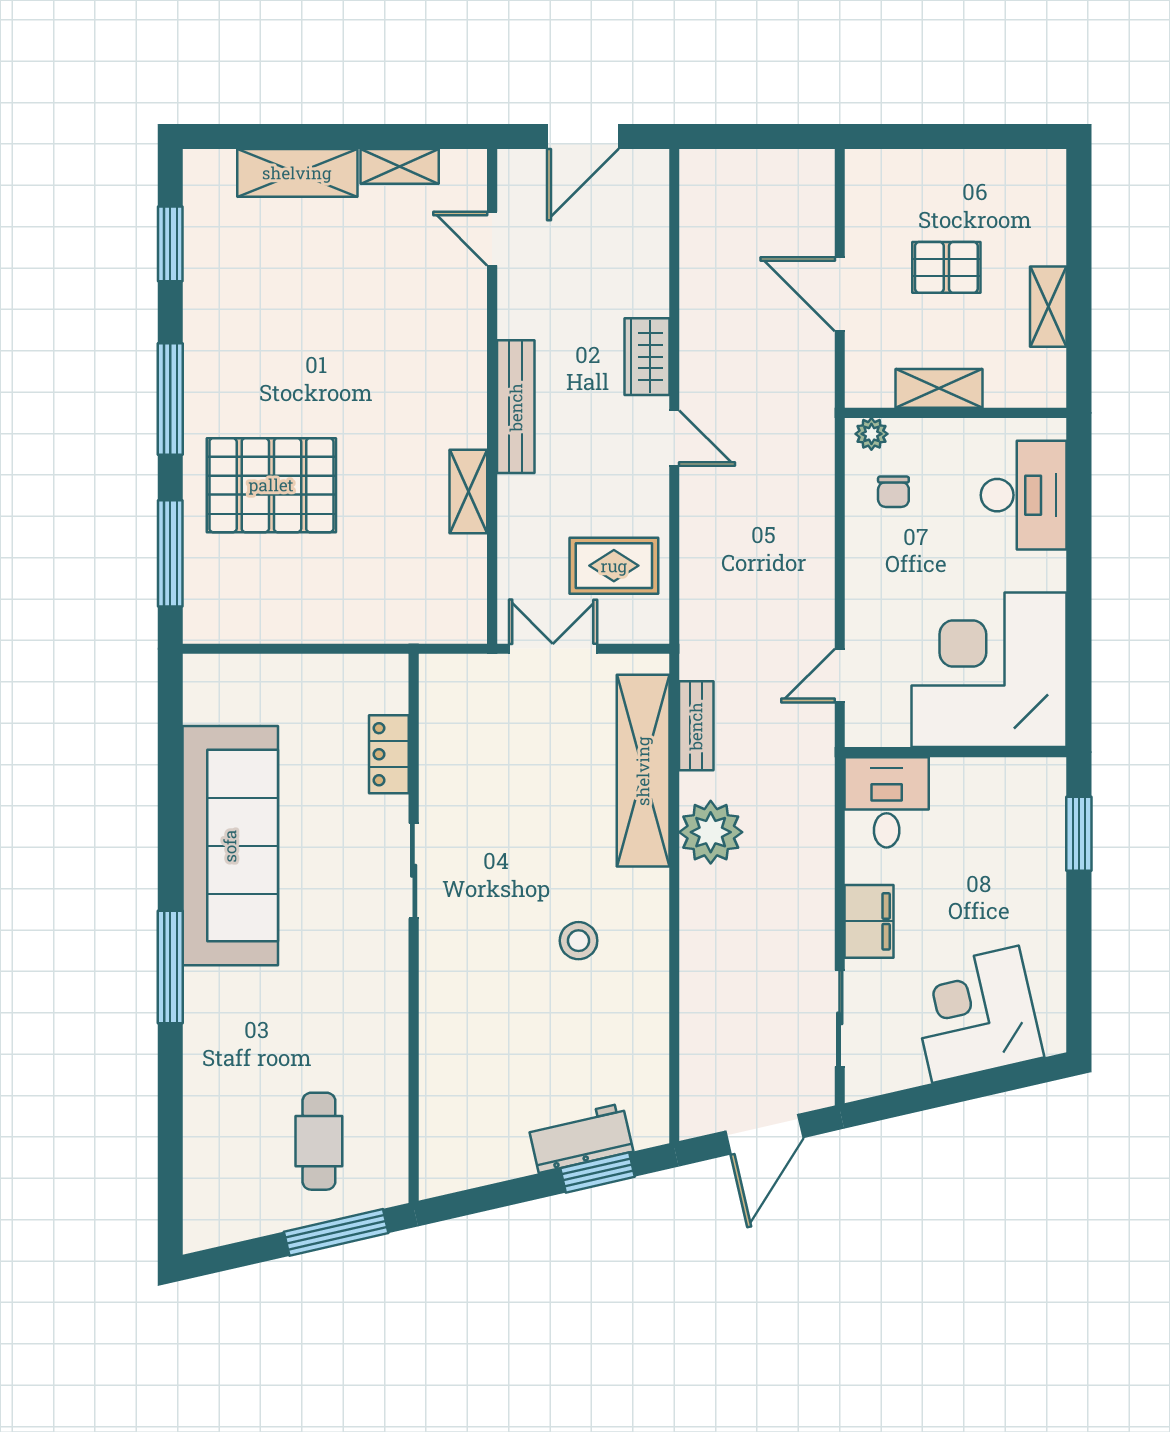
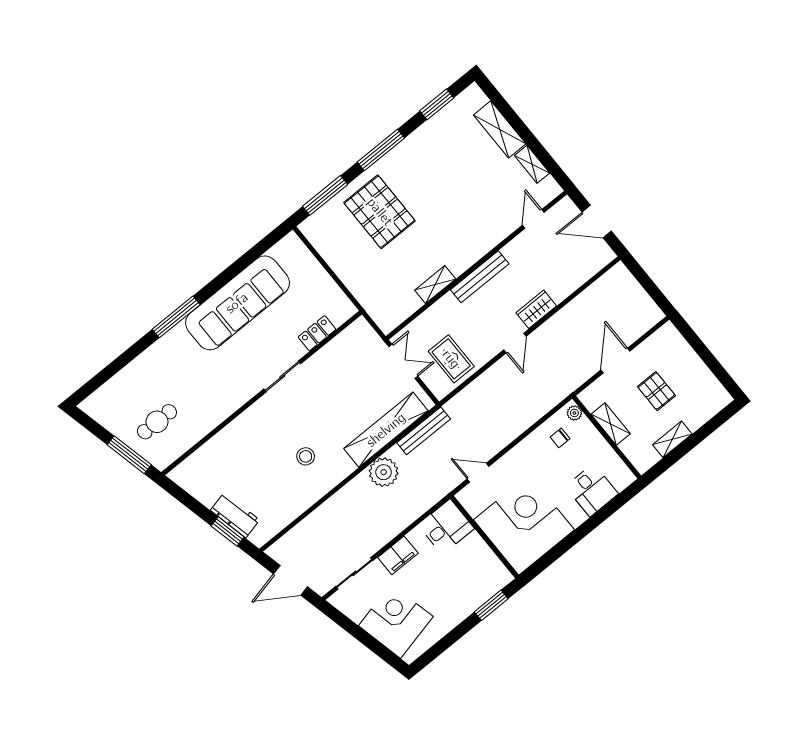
desk: (1024, 495) -> (592, 490), width x0.73
bench: (696, 726) -> (424, 431), width x1.36

